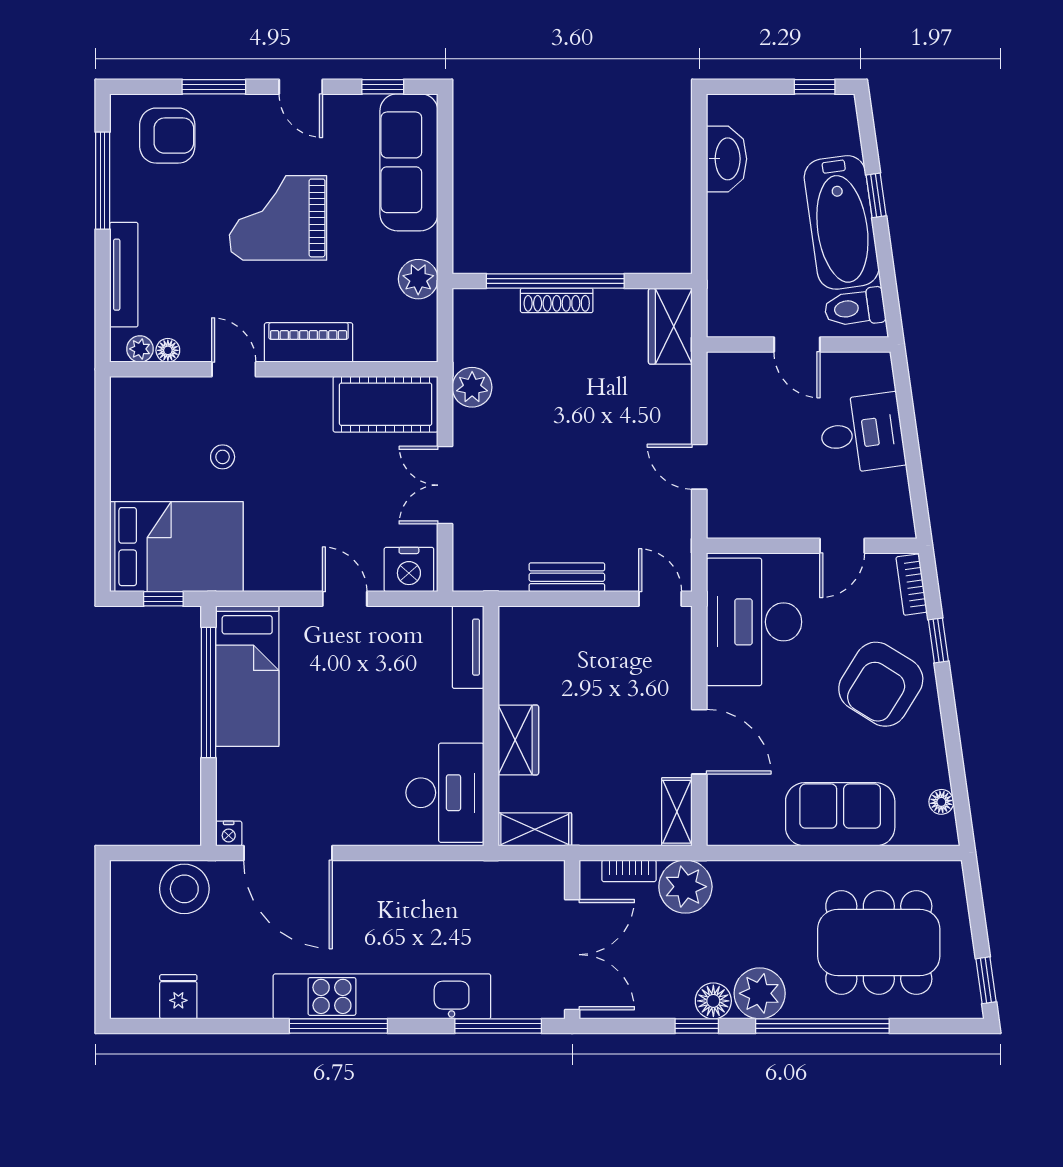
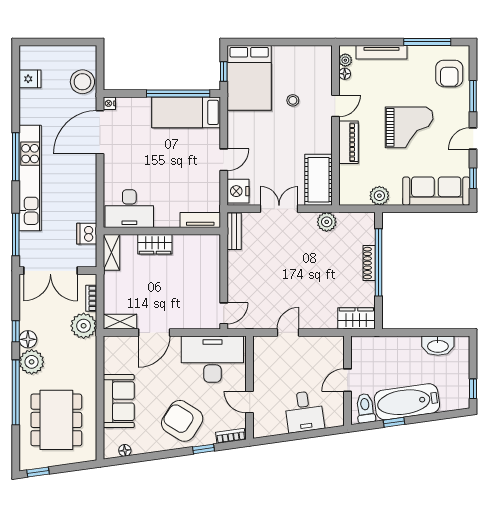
window: (876, 195) -> (394, 422), moved
grand piano: (278, 218) -> (409, 127), turned 90
bench: (567, 577) -> (234, 231), moved
dishwasher: (496, 880) -> (87, 234), added

